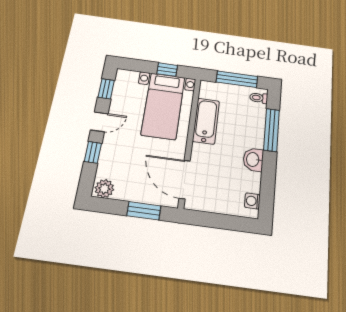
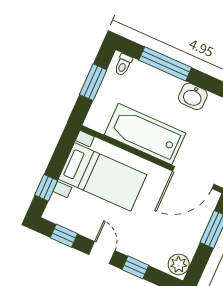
window: (167, 70) -> (46, 188), moved
window: (237, 79) -> (93, 82), width x0.69
bathtub: (206, 121) -> (145, 134), width x1.36, depth x1.36

